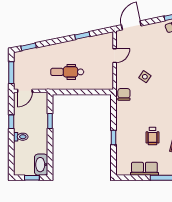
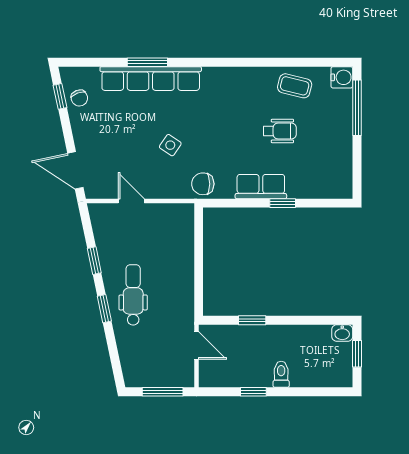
window: (29, 47) -> (104, 309), moved
dental chair: (67, 72) -> (133, 295), moved, turned 180
door: (25, 91) -> (196, 346), moved
washbasin: (41, 165) -> (342, 333), width x0.52, depth x0.69
row of seats: (144, 169) -> (261, 187), moved, turned 90

